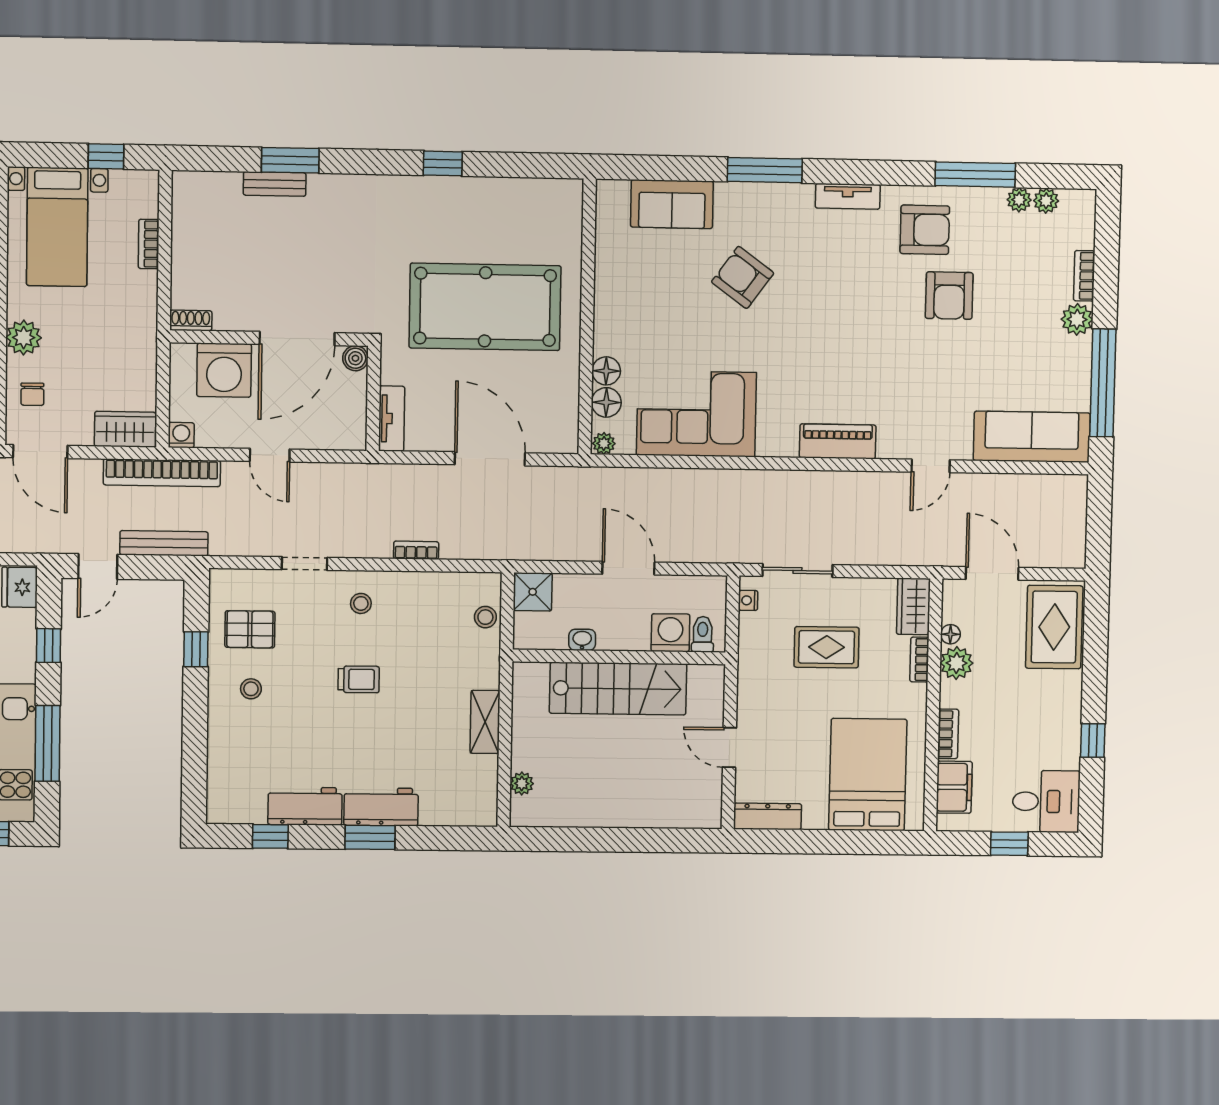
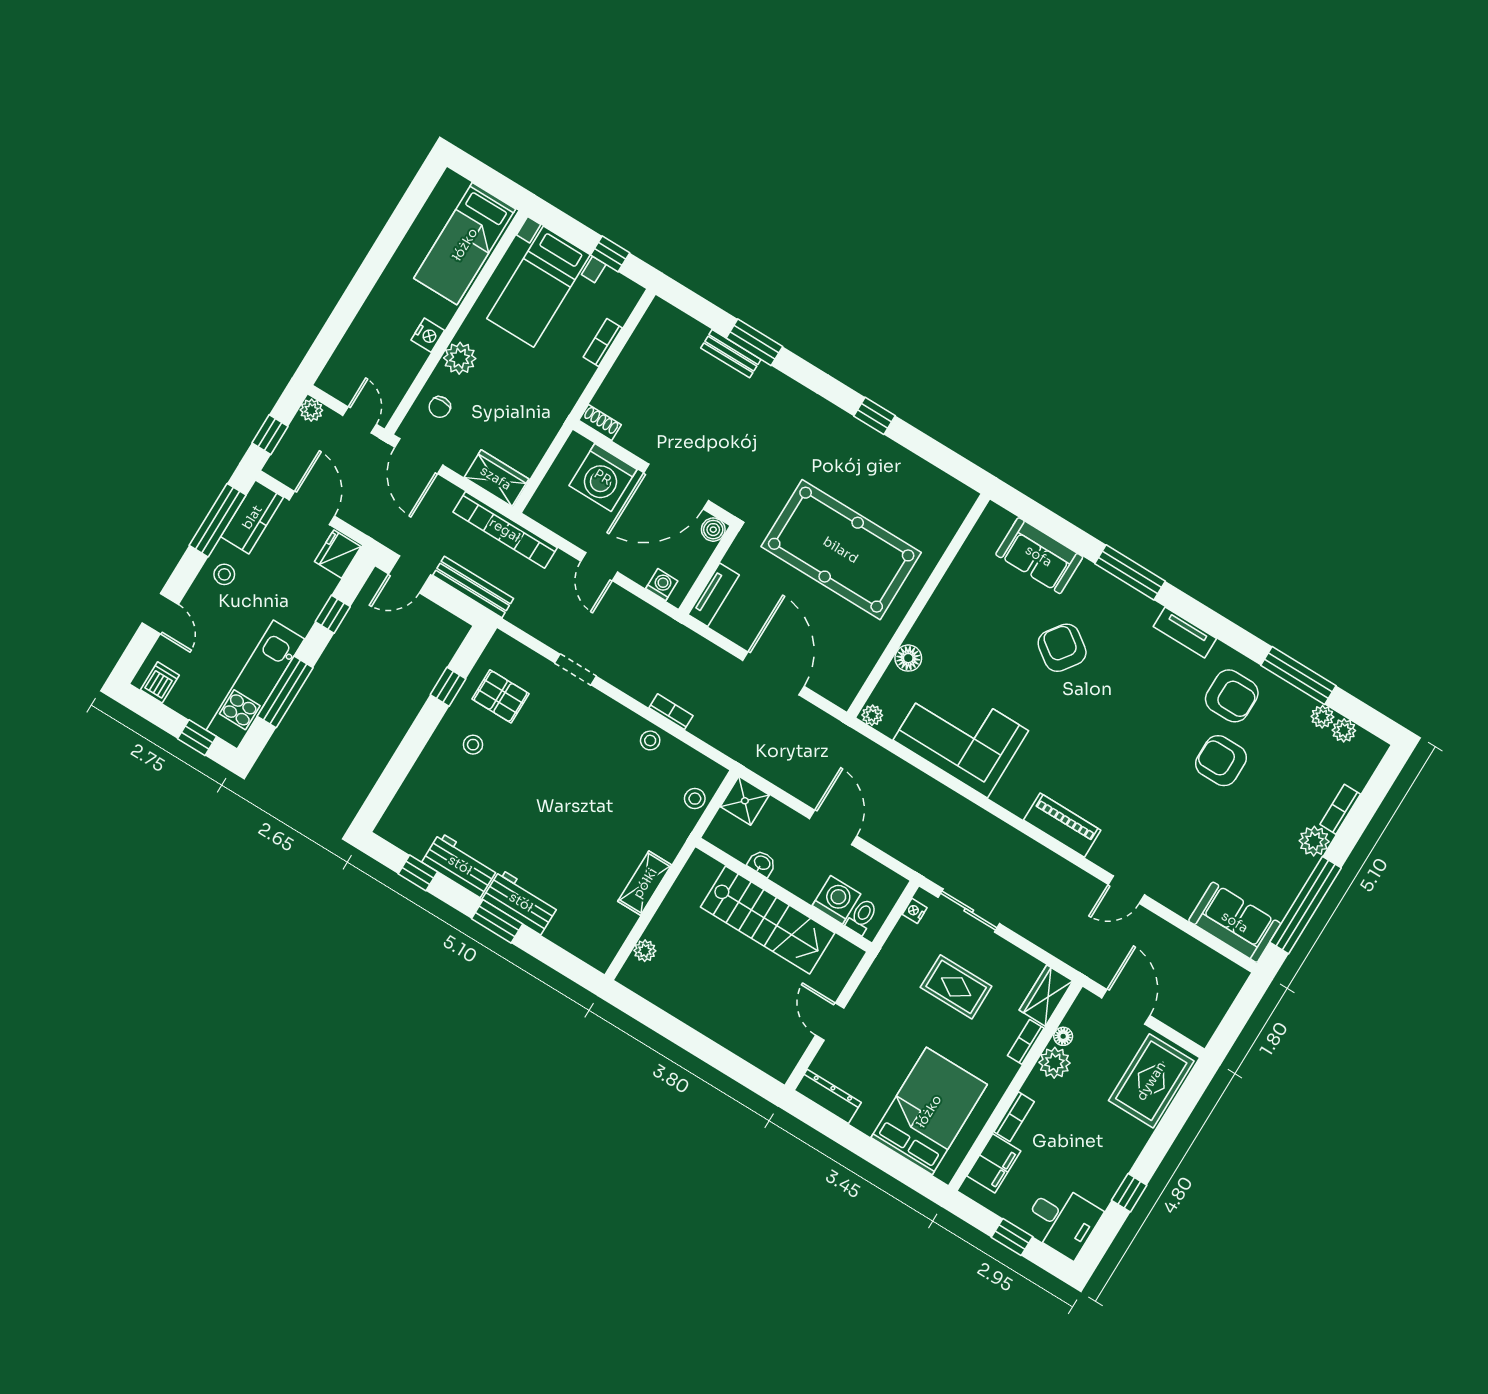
armchair: (949, 296) -> (1221, 761), turned 90
floor lamp: (606, 402) -> (894, 683), removed
washing machine: (181, 435) -> (662, 585), moved
sofa: (1032, 437) -> (1235, 922), width x0.73
stool: (361, 603) -> (650, 740), moved
trolley: (359, 679) -> (564, 788), removed

